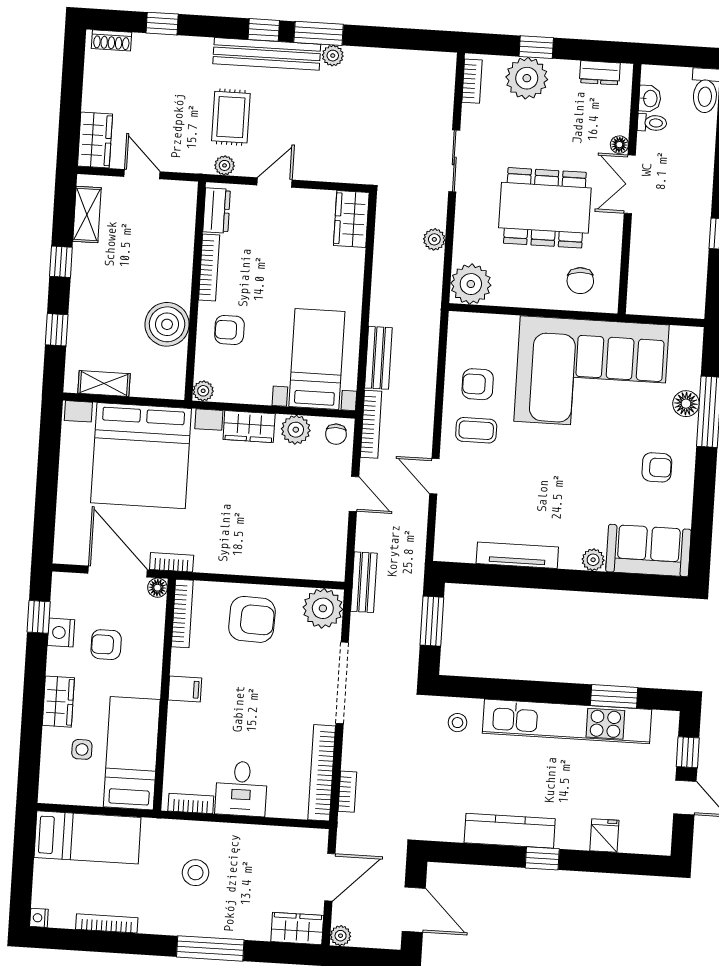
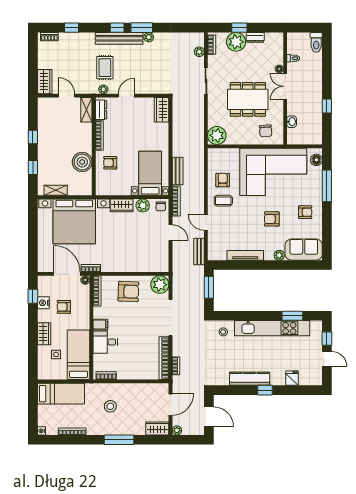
dresser: (600, 73) -> (255, 37), moved
washbasin: (650, 99) -> (292, 122), moved
shelving: (87, 214) -> (86, 110), moved
plant: (434, 239) -> (199, 52), moved
armchair: (478, 384) -> (223, 180), turned 90
plant: (203, 391) -> (100, 191), removed
floor lamp: (686, 404) -> (316, 160), moved
armchair: (582, 478) -> (272, 219), added
bench: (364, 582) -> (199, 252), moved
desk: (241, 789) -> (105, 342), moved, turned 90

